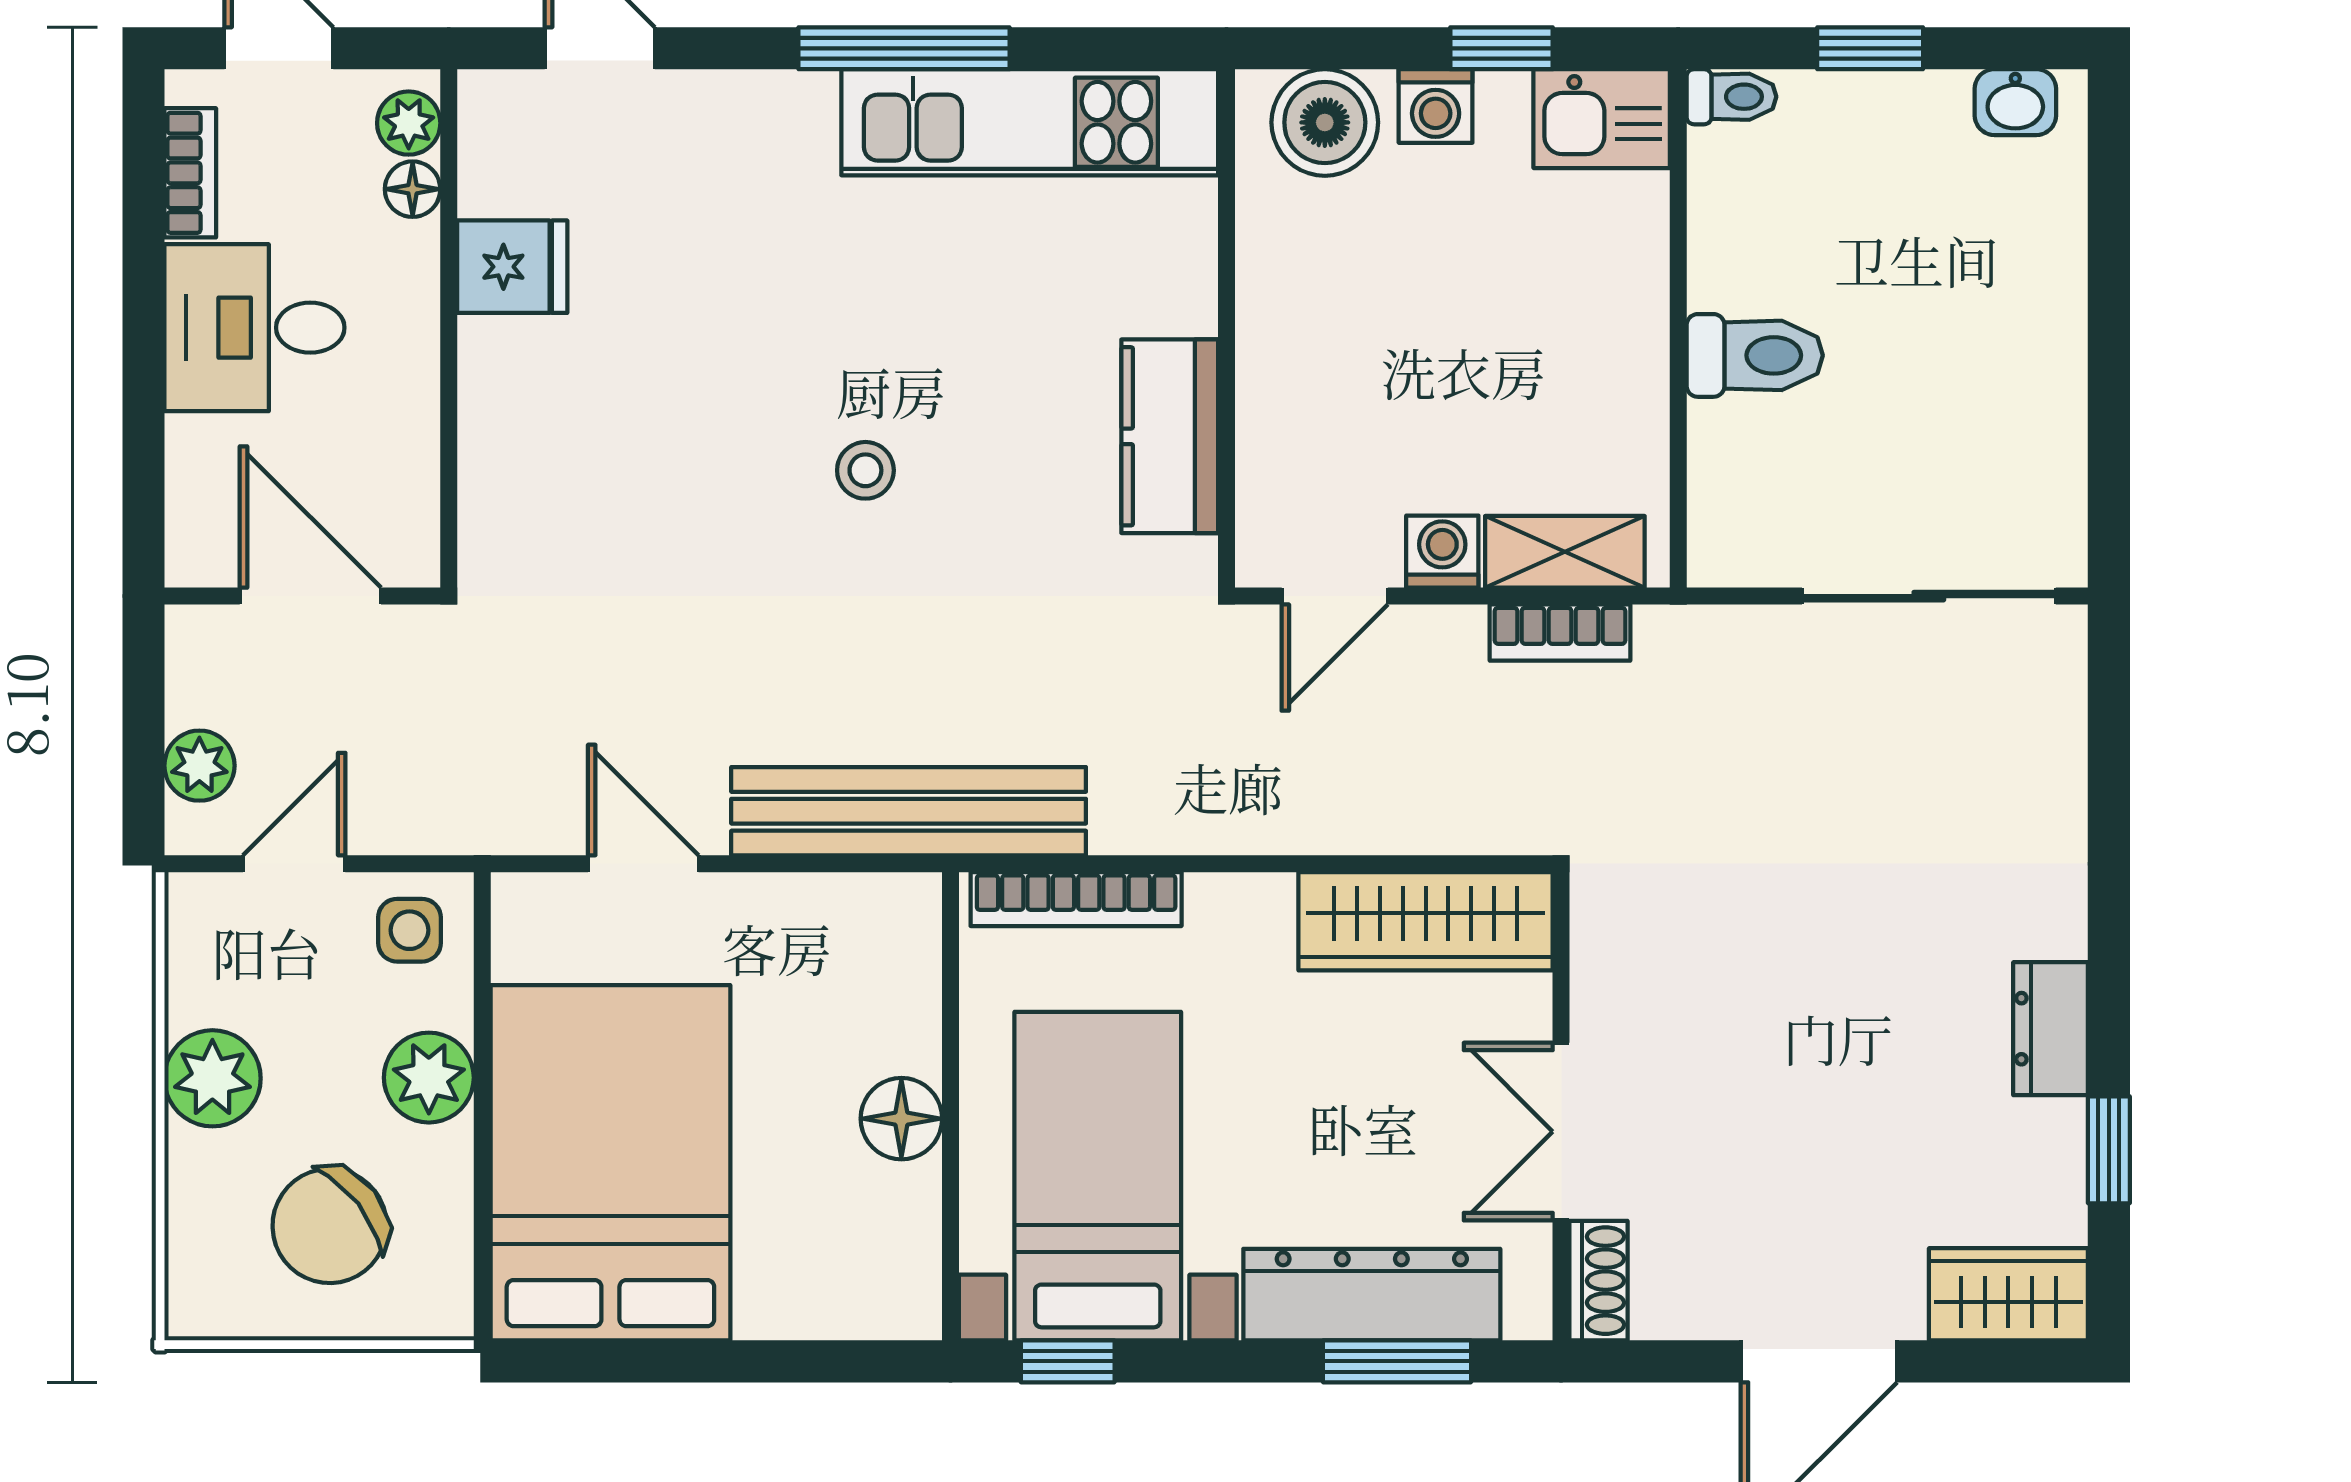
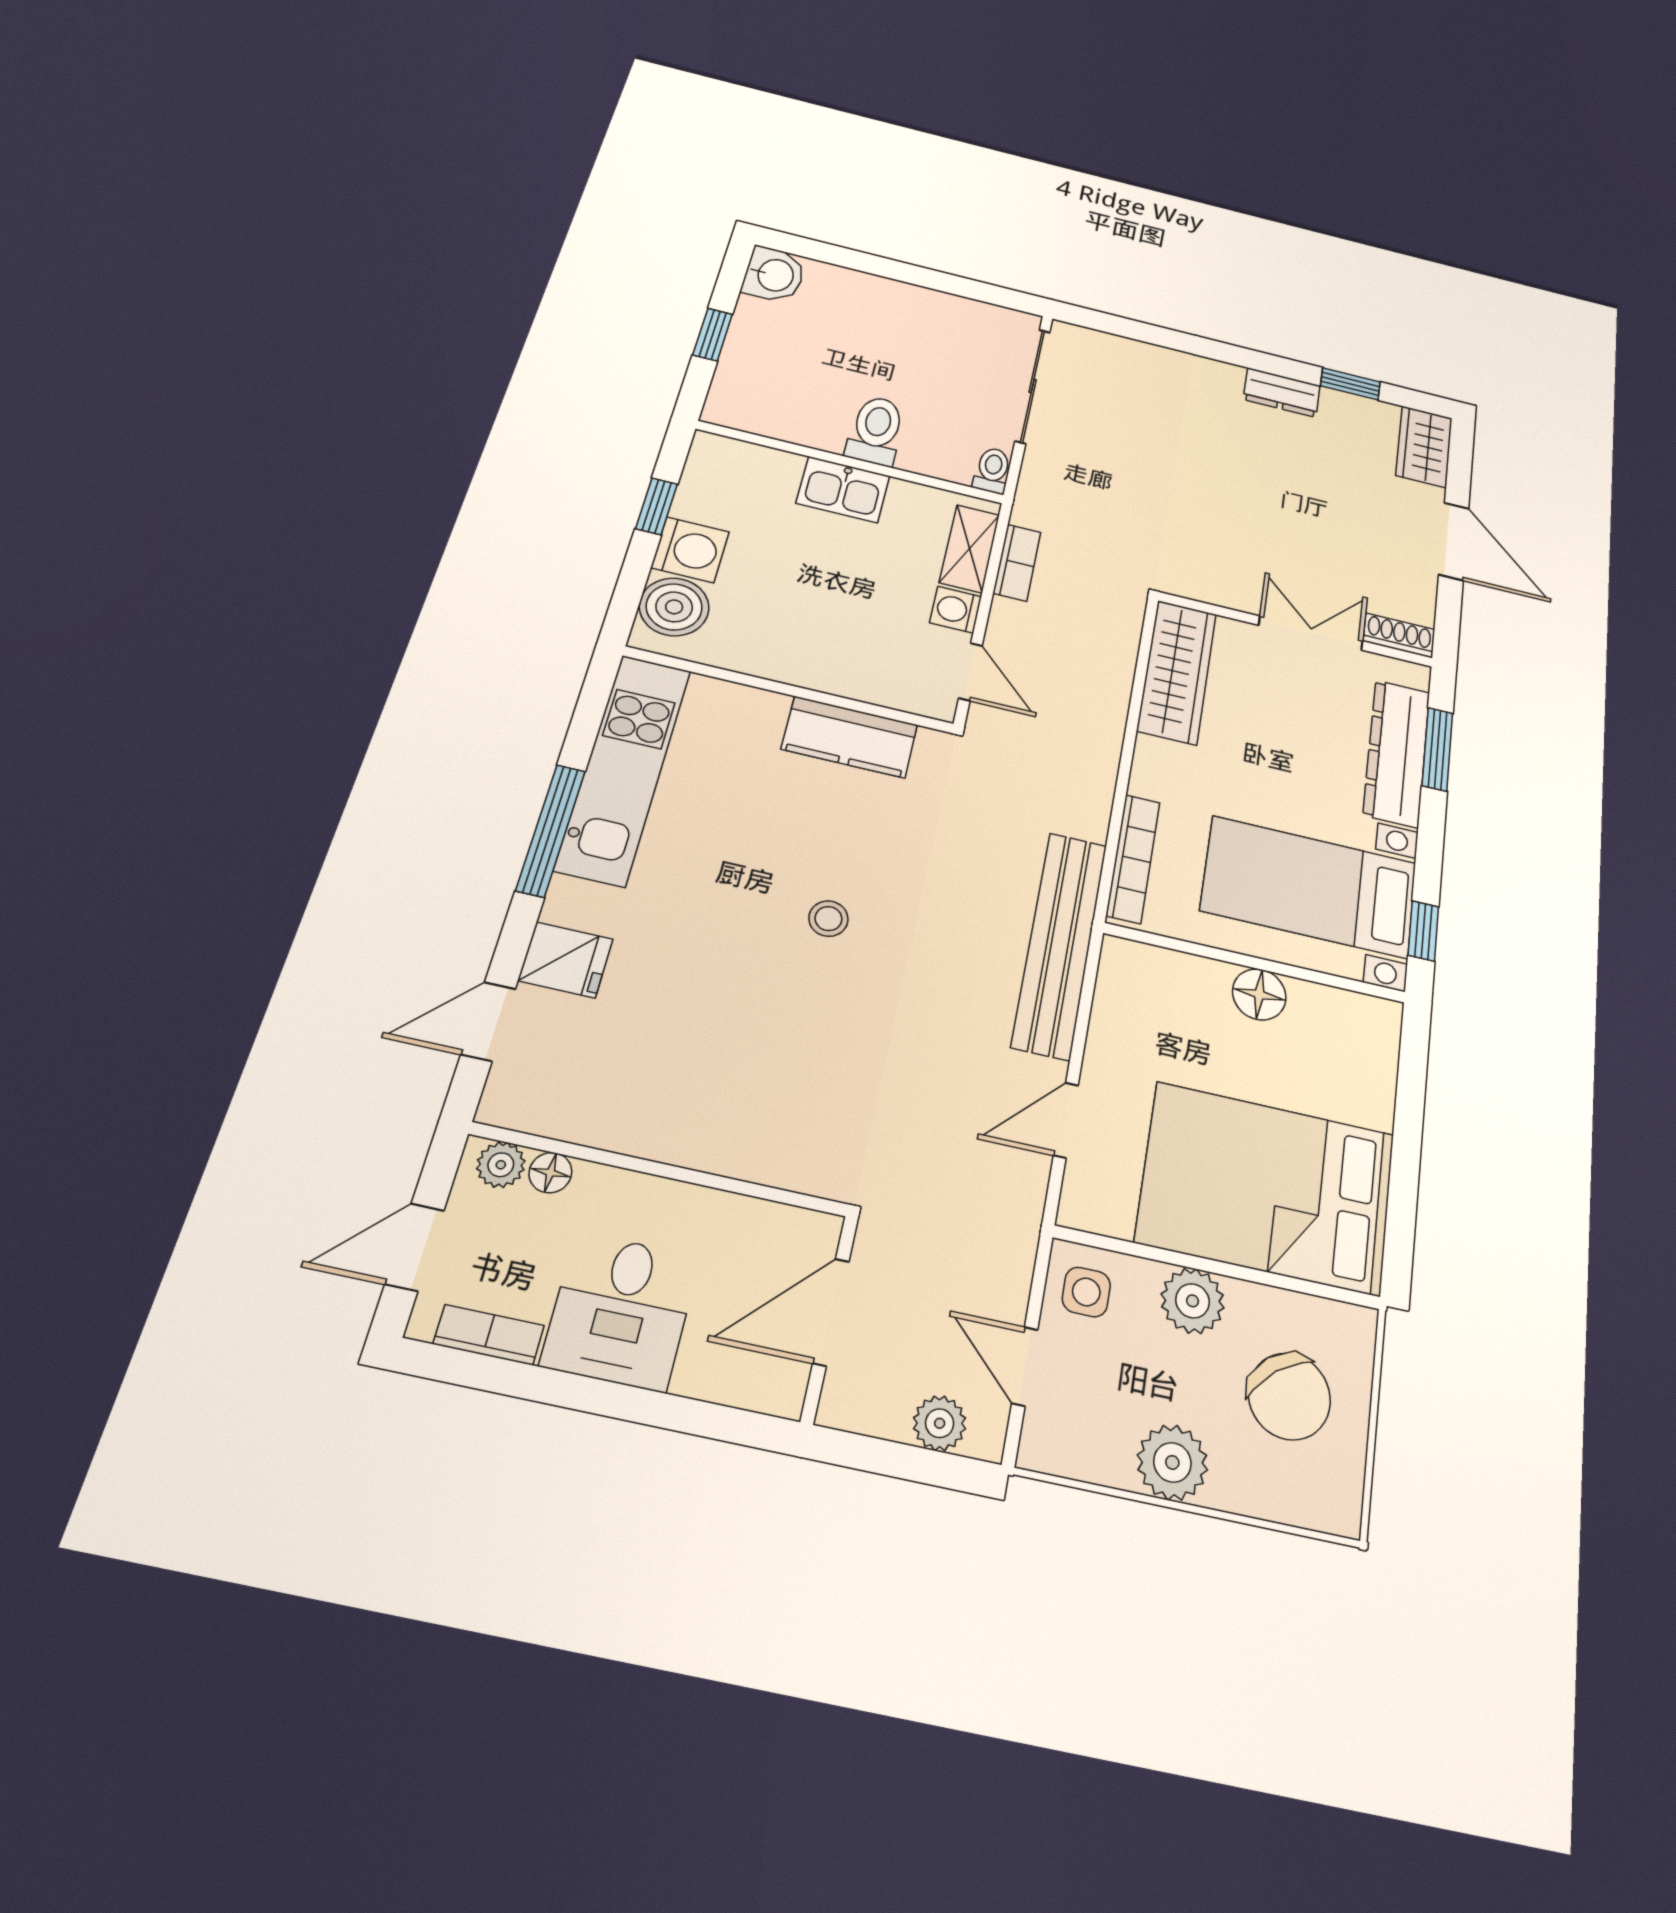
toilet: (1731, 97) -> (992, 470), moved
washbasin: (2015, 102) -> (774, 275), width x1.38, depth x1.45
washing machine: (1436, 106) -> (690, 550), width x1.38, depth x1.38
kitchen sink: (1602, 119) -> (843, 490), moved, turned 90
fridge: (512, 267) -> (566, 960), moved, turned 90
double door: (1561, 1132) -> (1311, 633), swing flipped

